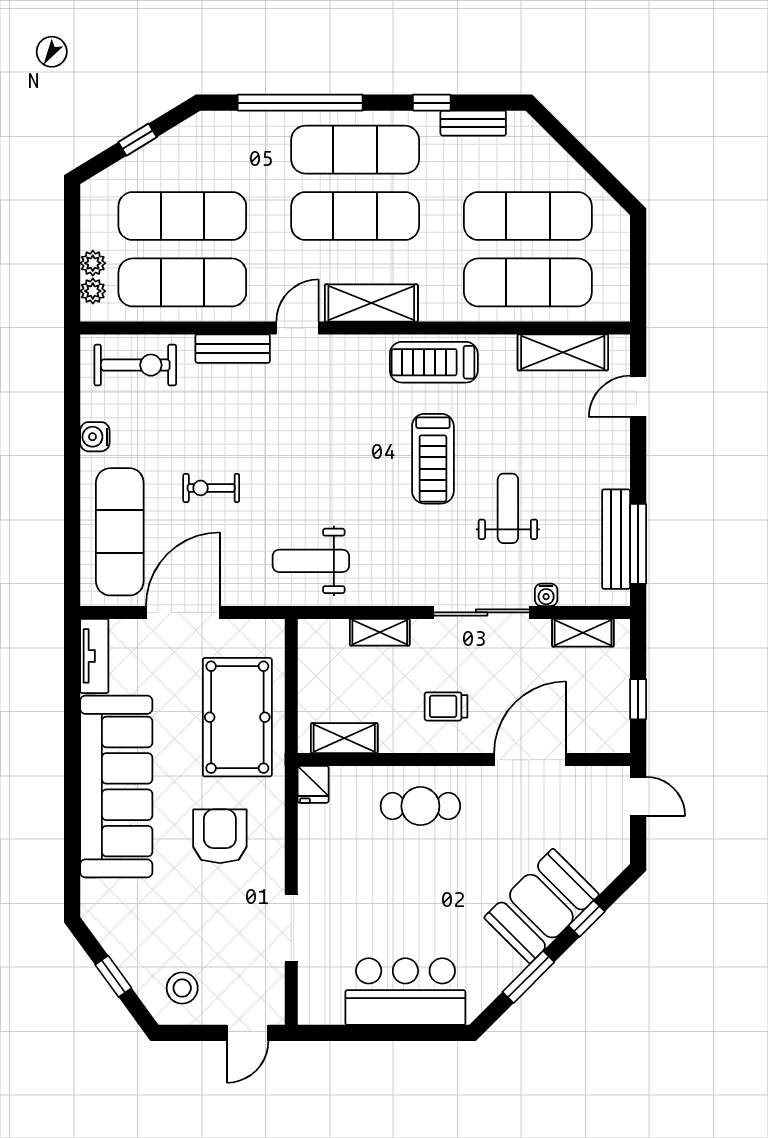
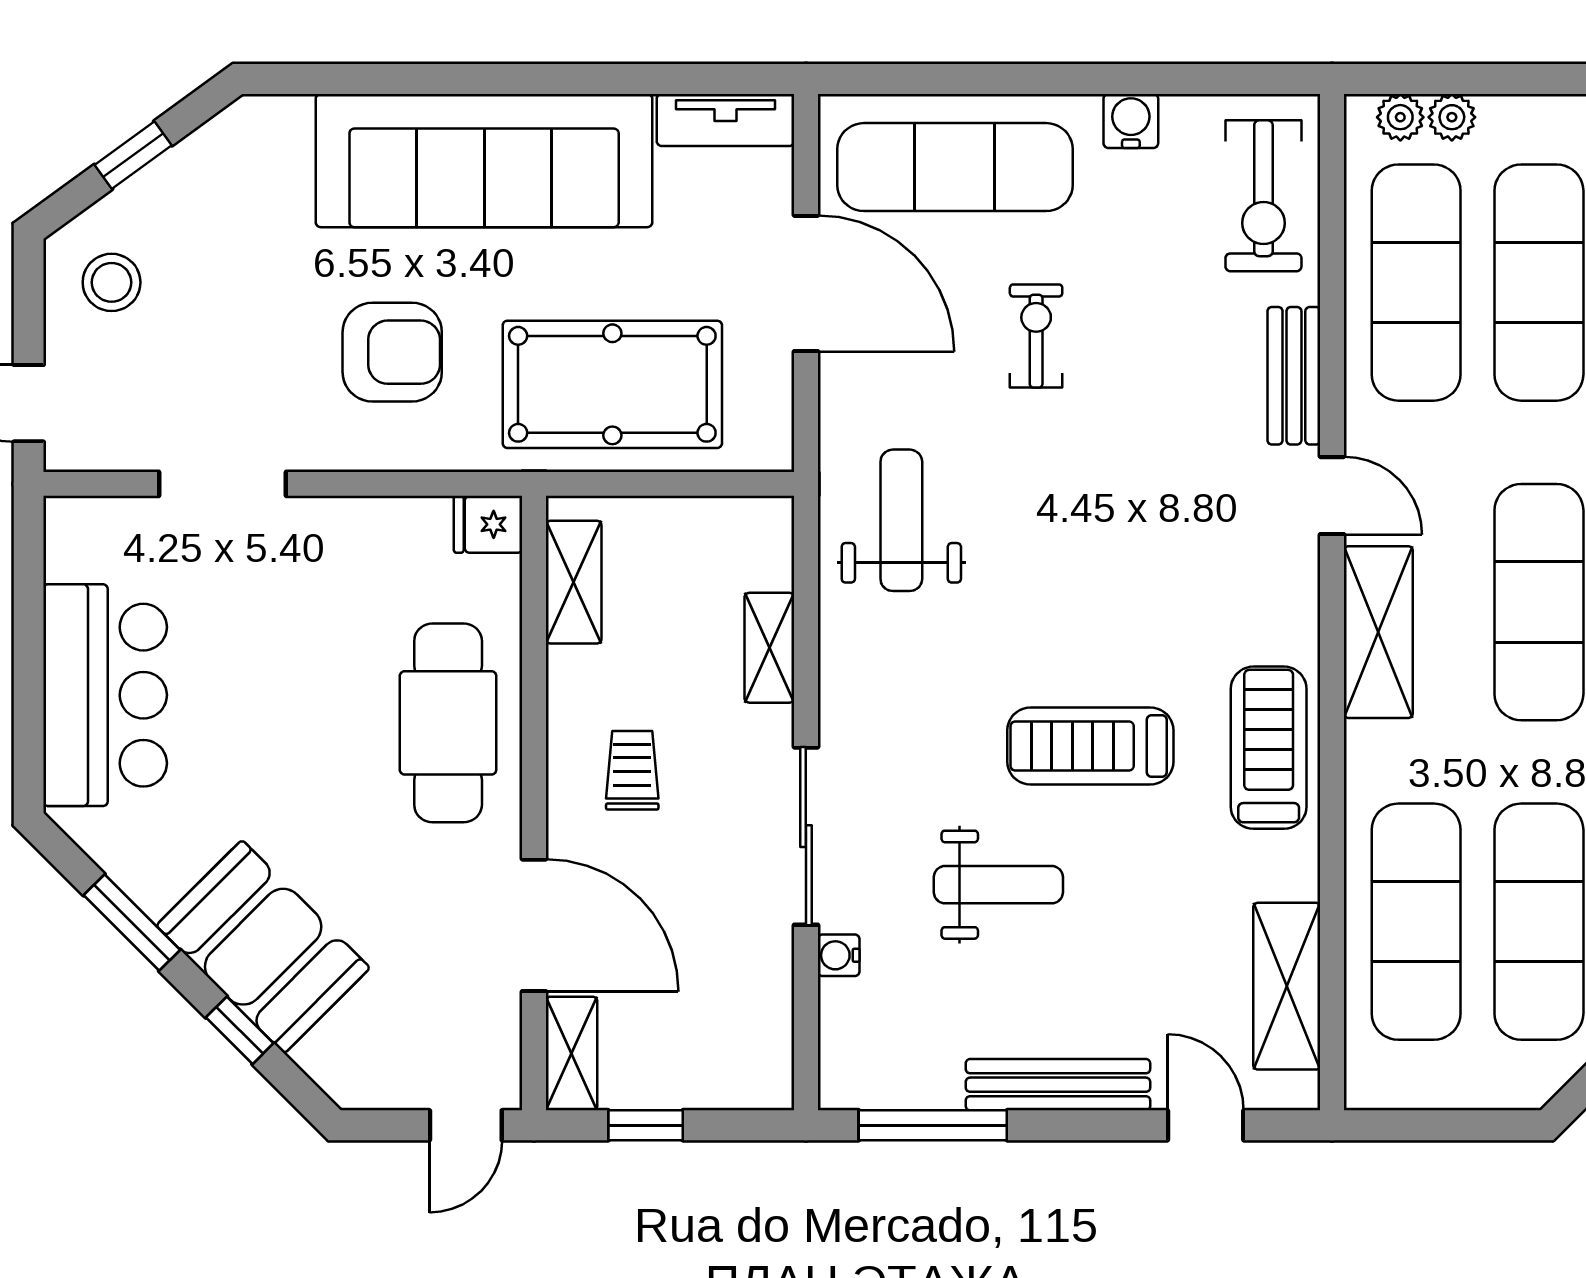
bench: (616, 539) -> (1058, 1085), moved
shelving: (583, 633) -> (572, 1053), moved
cafe table: (420, 806) -> (448, 723), width x1.37, depth x1.35

